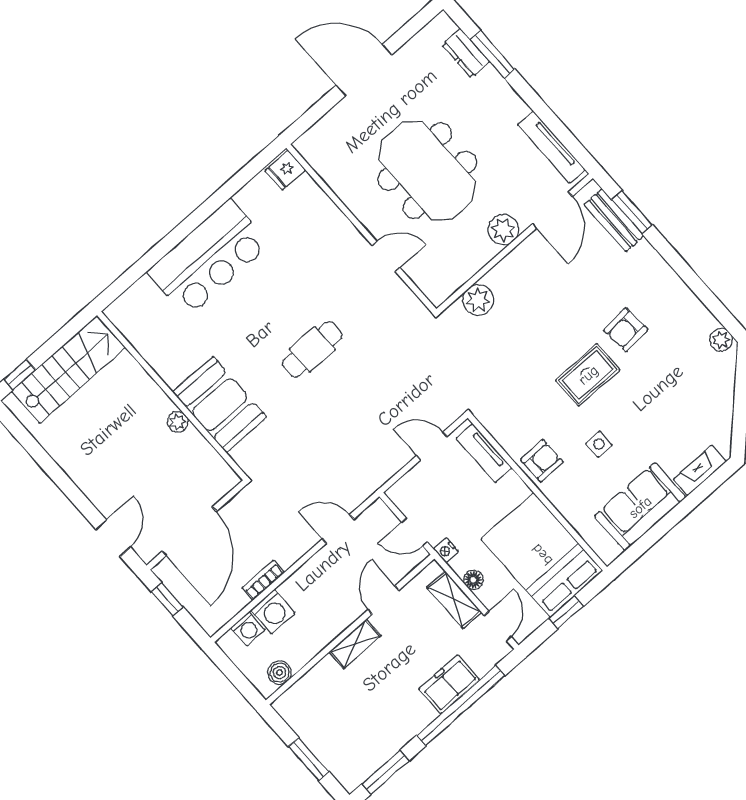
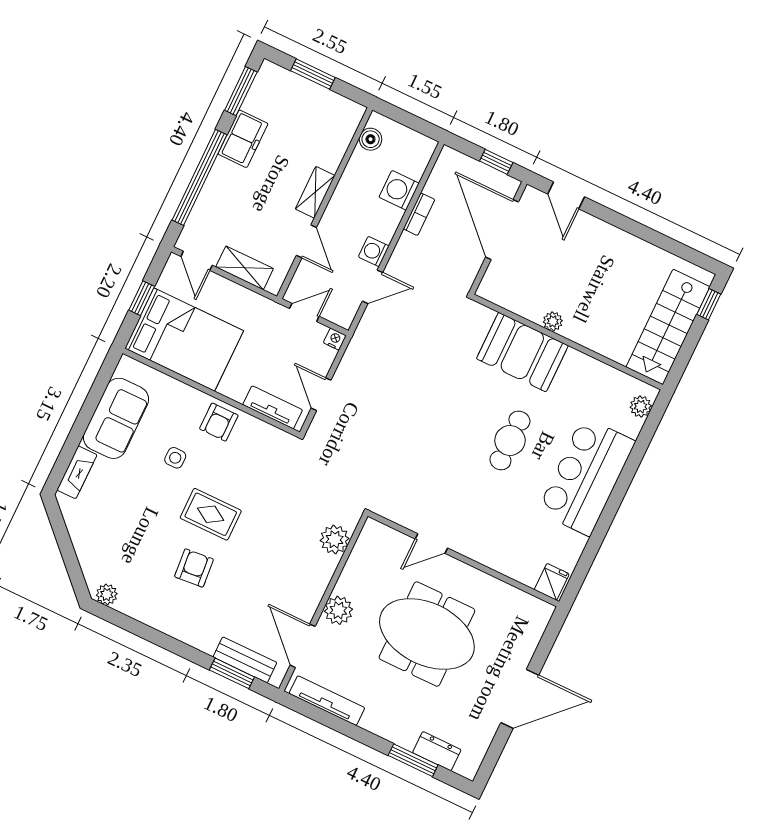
plant: (127, 304) -> (641, 406), added
cafe table: (312, 349) -> (510, 440), moved
rug: (588, 375) -> (211, 514), turned 90
door: (432, 446) -> (321, 394), swing flipped
nightstand: (446, 550) -> (335, 339), moved
floor lamp: (473, 580) -> (235, 292), removed
washing machine: (248, 629) -> (374, 252), moved
freezer: (449, 684) -> (243, 139), moved

